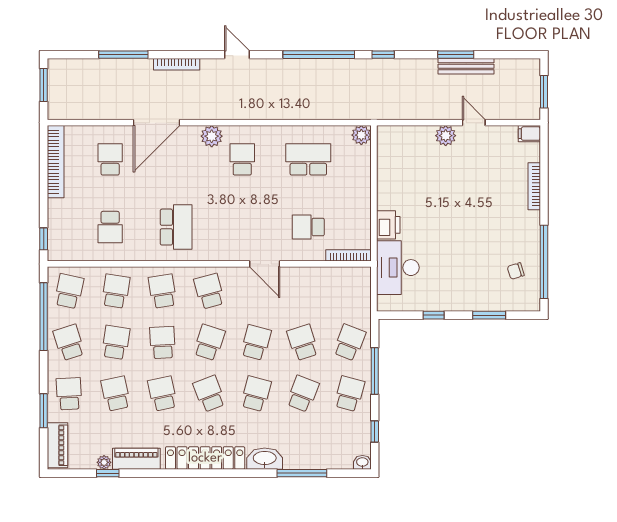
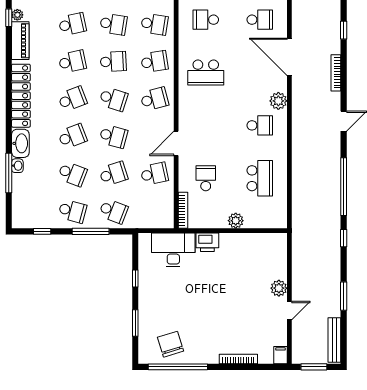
window: (123, 55) -> (344, 30), width x0.46
bench: (466, 66) -> (334, 340), moved
plant: (361, 135) -> (236, 221), moved
chair: (516, 271) -> (171, 344), width x1.87, depth x1.87
school desk: (303, 291) -> (154, 174), added
school desk: (256, 394) -> (72, 136), turned -36
washbasin: (362, 462) -> (17, 166), moved

